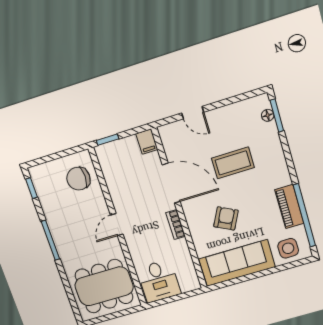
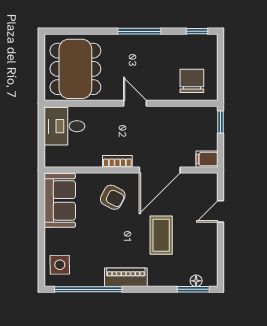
piano: (289, 207) -> (126, 277), moved
armchair: (226, 218) -> (113, 197), moved
sofa: (237, 263) -> (60, 200), width x0.73

